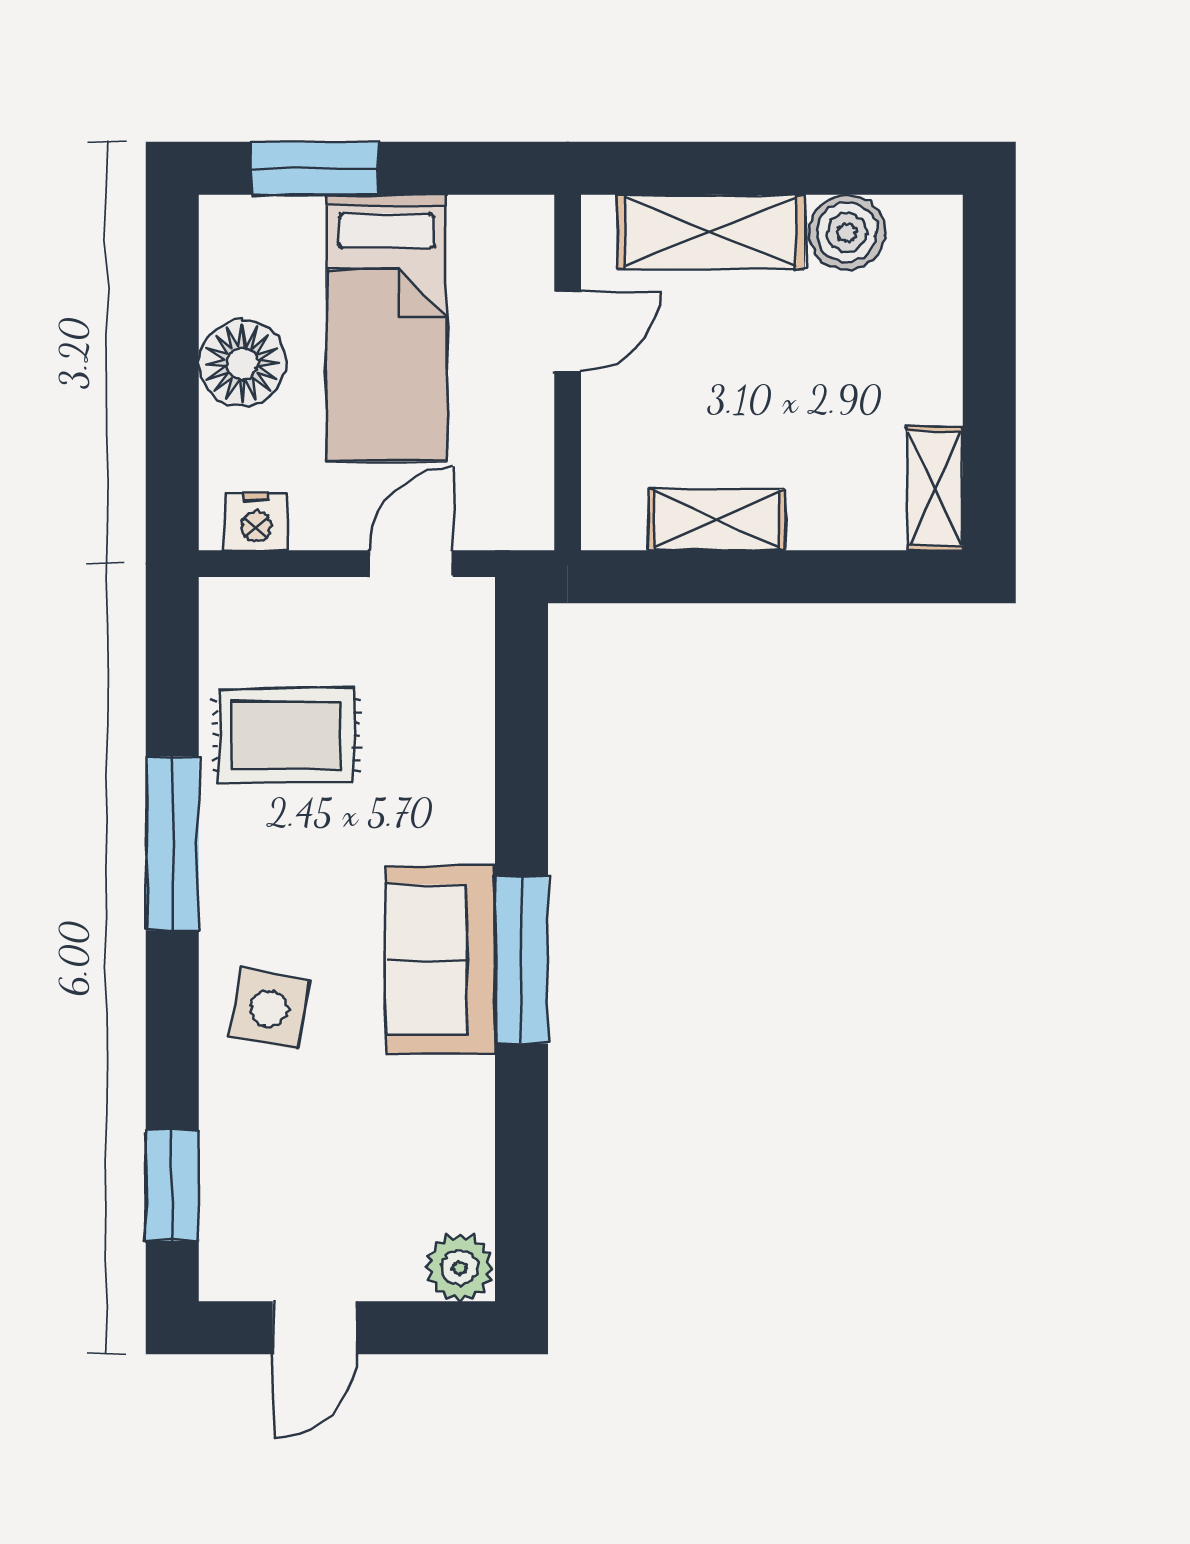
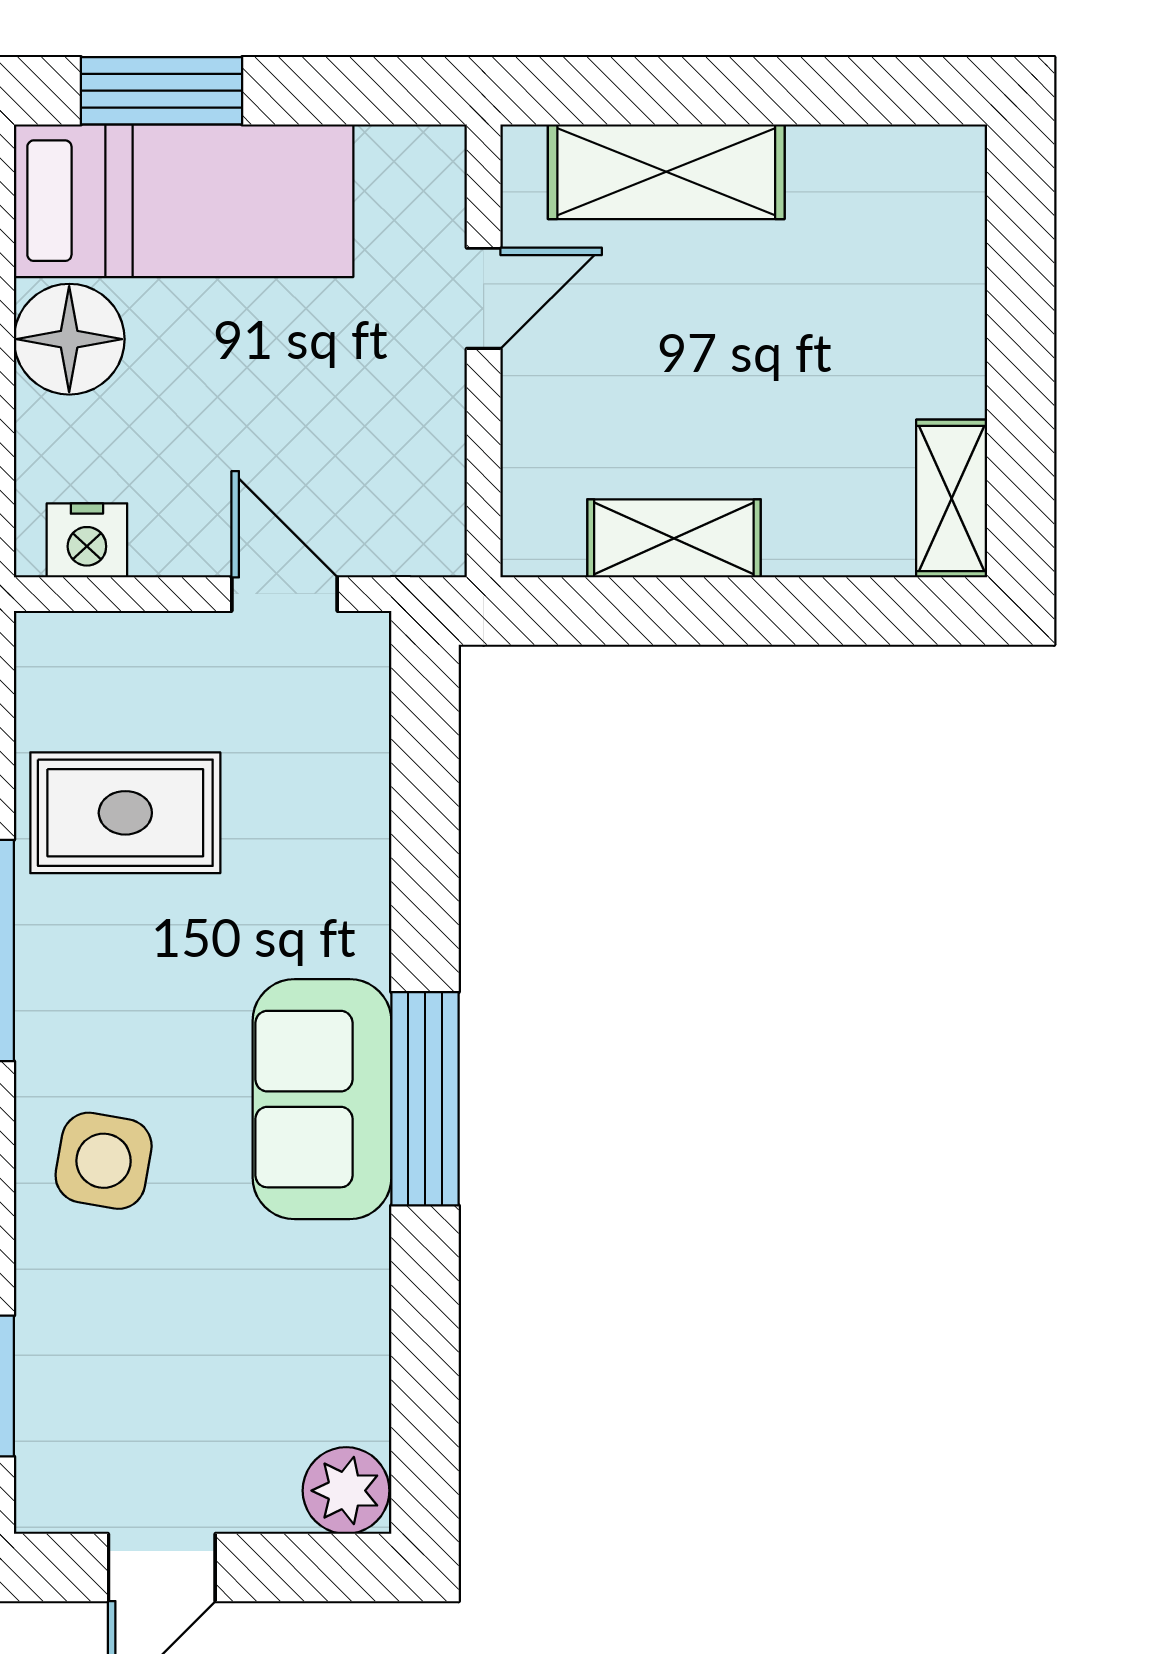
boiler: (847, 232) -> (839, 172), removed
bed: (387, 328) -> (184, 201), moved, turned -90
door: (411, 564) -> (285, 594), hinge flipped

